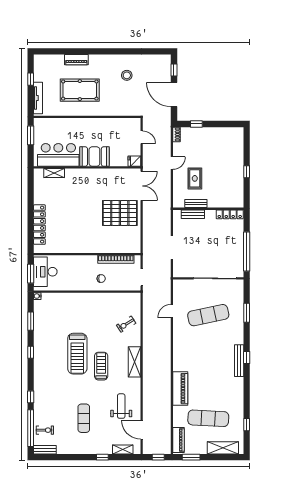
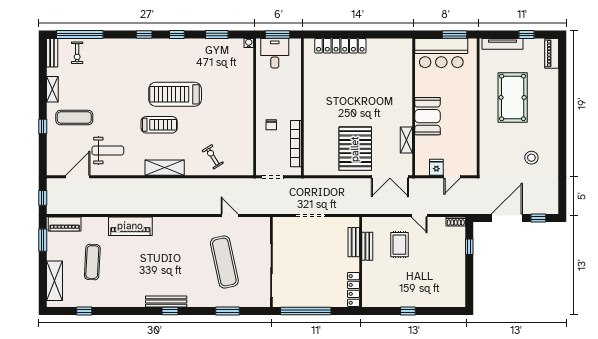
piano: (76, 60) -> (552, 53), moved
bar counter: (58, 155) -> (441, 53), moved, turned 90
fridge: (134, 161) -> (436, 167), moved
shelving: (54, 173) -> (406, 140), moved
rug: (195, 178) -> (399, 245), turned 90
desk: (45, 272) -> (275, 53), width x0.73
window: (31, 397) -> (144, 35), moved
exercise mat: (84, 418) -> (74, 118), moved
exercise mat: (208, 418) -> (92, 262), width x0.73, depth x0.69
shelving: (123, 449) -> (52, 89), moved

